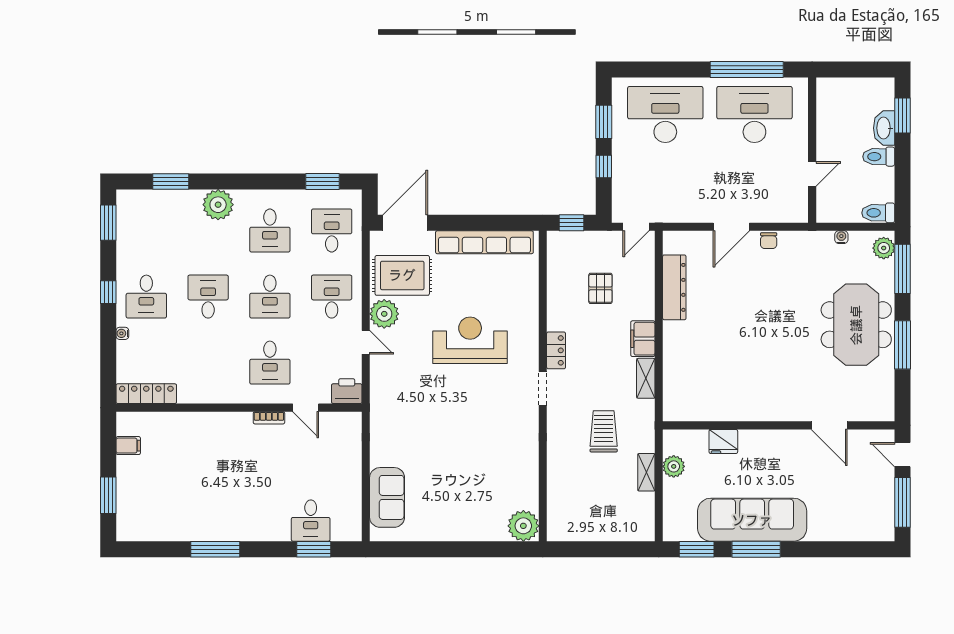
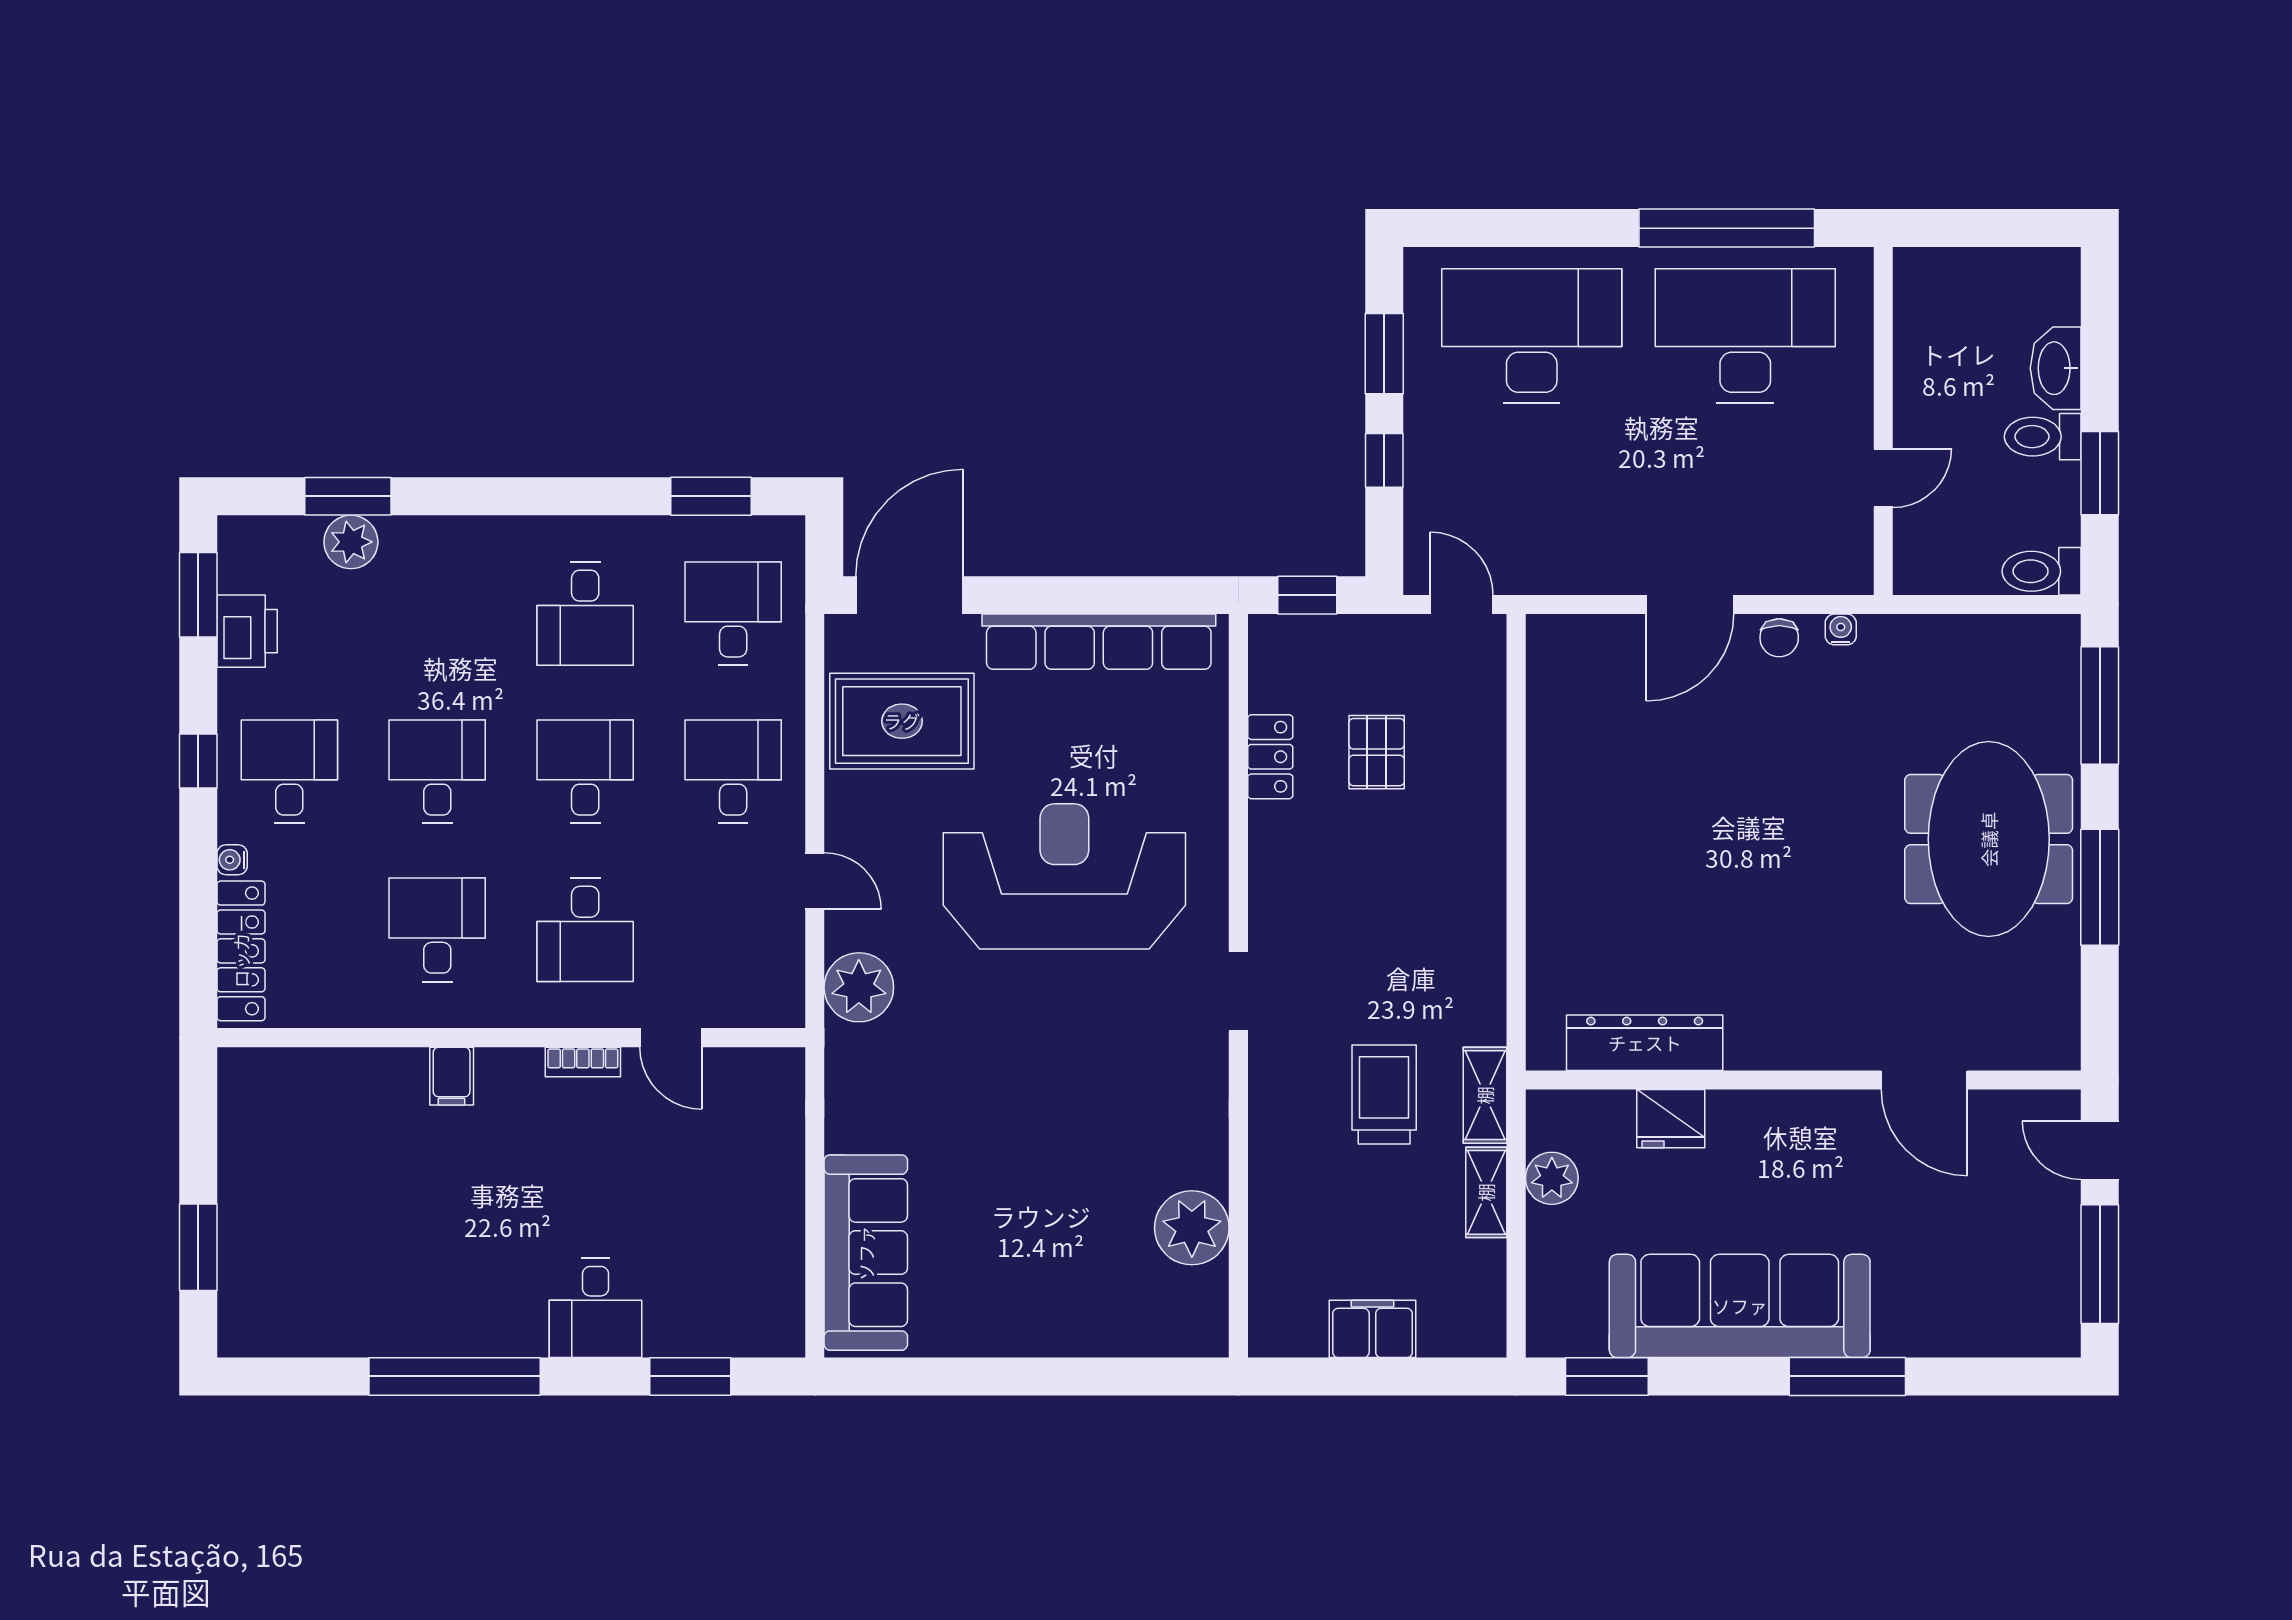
window: (903, 115) -> (2100, 473), moved
plant: (218, 205) -> (351, 542), moved, width x0.73, depth x0.73
door: (636, 227) -> (1462, 605), swing flipped
water cooler: (841, 237) -> (1841, 629), moved
plant: (884, 248) -> (2055, 656), removed
dresser: (674, 287) -> (1645, 1043), moved, turned -90
desk: (146, 297) -> (289, 772), turned 180
desk: (270, 297) -> (585, 772), turned 180
plant: (384, 314) -> (859, 987), moved
filing cabinet: (643, 339) -> (1372, 1329), moved, turned 90
reception desk: (470, 340) -> (1064, 876), width x1.36, depth x1.30
locker: (556, 350) -> (1270, 757), moved
desk: (208, 363) -> (437, 930), added
shelving: (646, 378) -> (1485, 1095), moved
printer: (347, 391) -> (247, 631), moved, turned 90
locker: (146, 394) -> (241, 951), moved, turned 90
filing cabinet: (128, 446) -> (452, 1076), moved, turned 90
sofa: (387, 497) -> (866, 1253), width x1.36
desk: (311, 521) -> (596, 1308), moved
plant: (523, 526) -> (1192, 1228), moved
window: (215, 549) -> (455, 1376), width x1.46
window: (756, 549) -> (1847, 1376), moved

